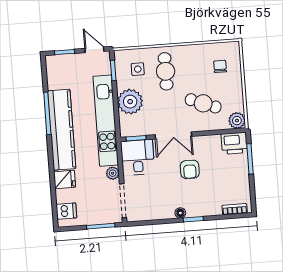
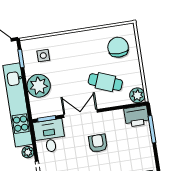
chair: (220, 66) -> (118, 47), width x1.87, depth x1.87
cafe table: (166, 71) -> (69, 56), removed
double door: (173, 135) -> (81, 114), swing flipped
armchair: (190, 169) -> (98, 143), turned 180

